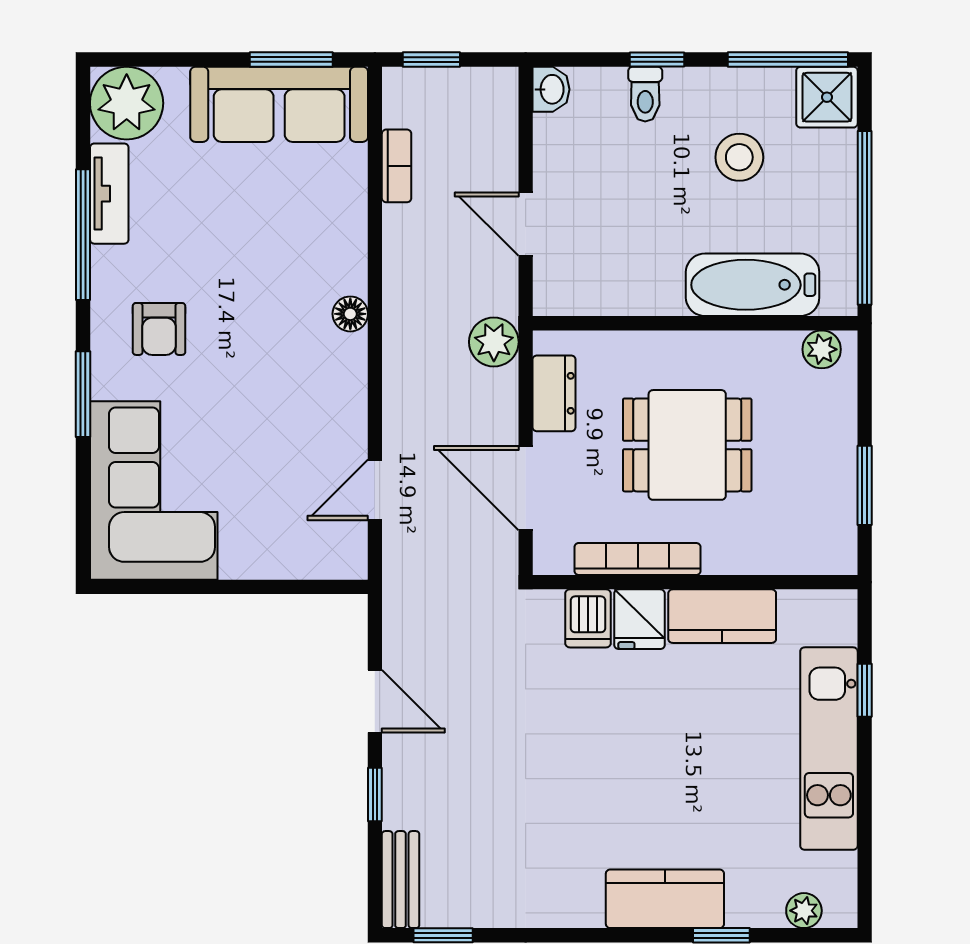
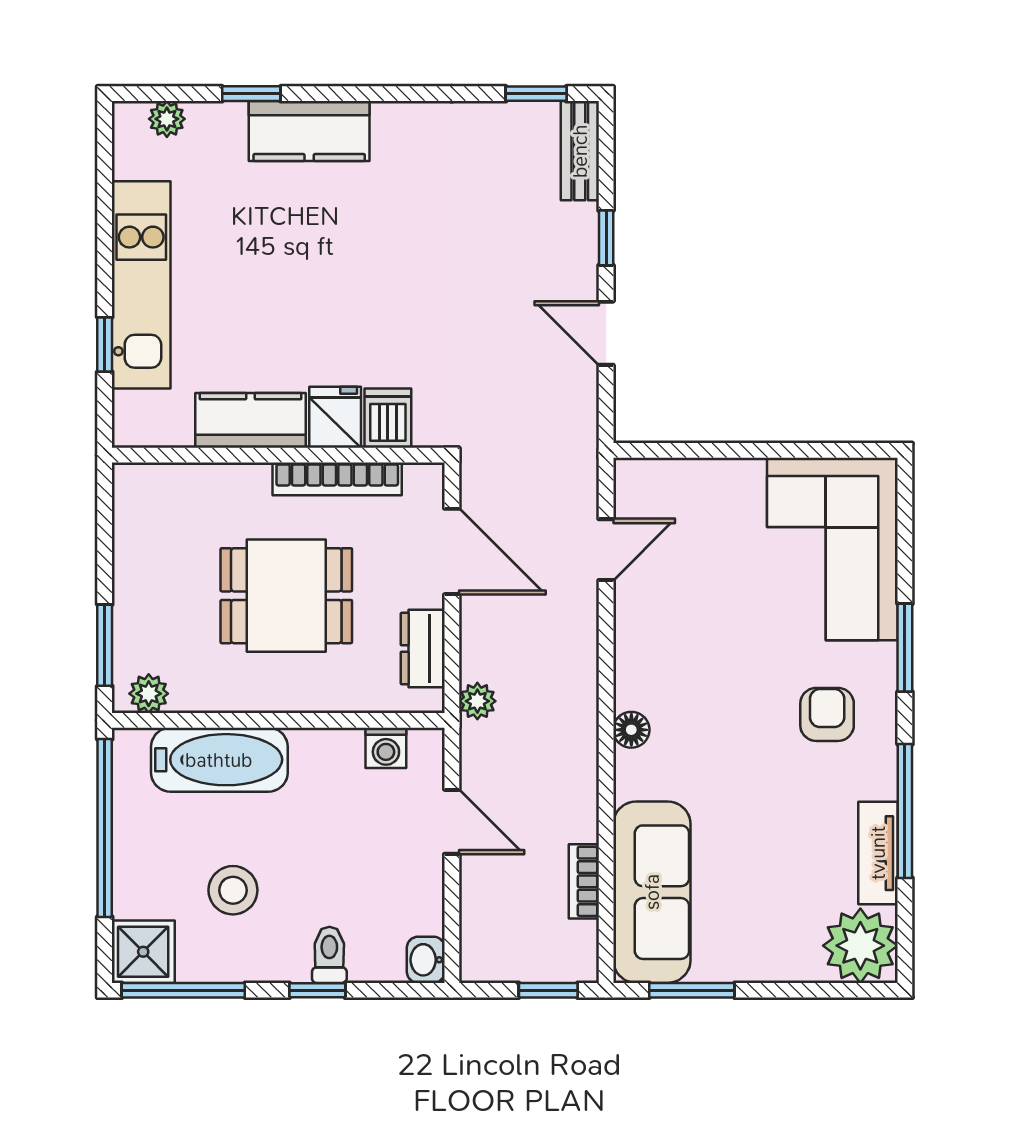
sofa: (279, 104) -> (652, 892), moved, turned 90
washing machine: (590, 296) -> (386, 748), added
plant: (494, 342) -> (477, 701), width x0.73, depth x0.73
window: (865, 485) -> (105, 645), moved

